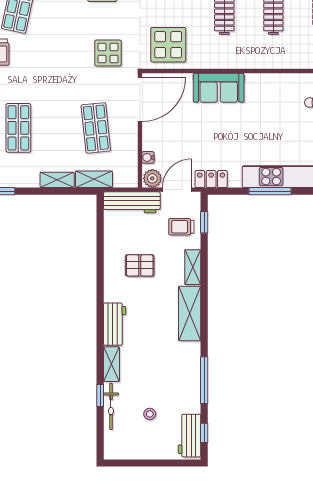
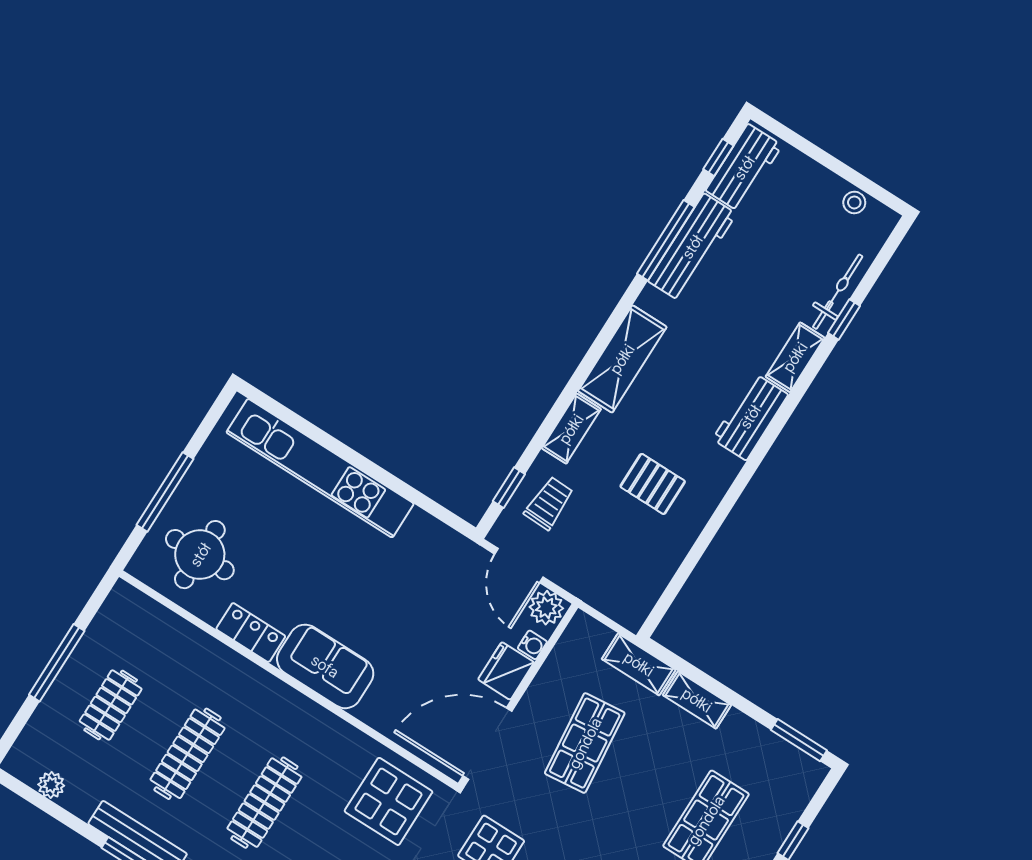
sofa: (219, 88) -> (325, 666), moved
fridge: (152, 138) -> (506, 671), added
locker: (211, 179) -> (251, 633), moved, turned 180
door: (177, 190) -> (519, 566), hinge flipped
window: (270, 191) -> (375, 471), removed
workbench: (132, 202) -> (692, 247), moved, turned 90
trolley: (181, 227) -> (549, 503), turned -88
stool: (150, 414) -> (854, 202), moved

